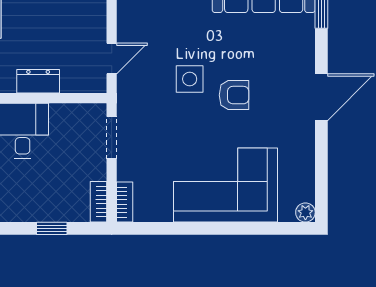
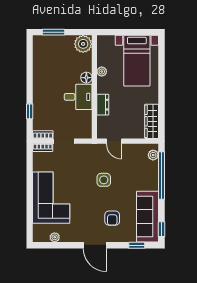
armchair: (234, 95) -> (112, 218), moved
doorway: (112, 138) -> (64, 141), moved
plant: (305, 212) -> (55, 237), moved

